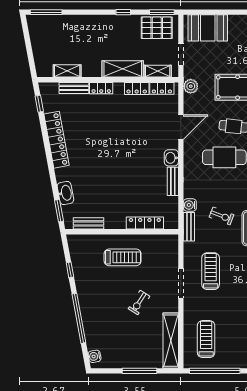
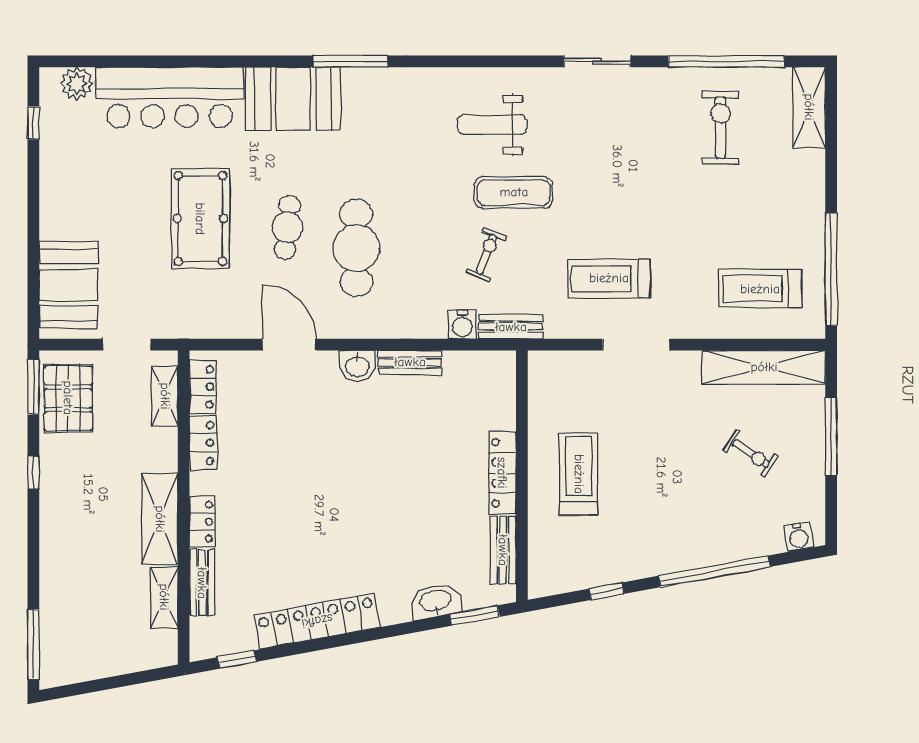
shelving: (123, 69) -> (160, 519), moved
plant: (191, 86) -> (198, 323), removed
locker: (145, 223) -> (502, 473), moved
exercise bike: (139, 302) -> (751, 454), moved

